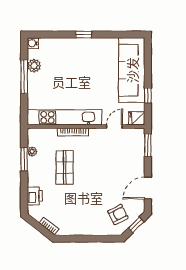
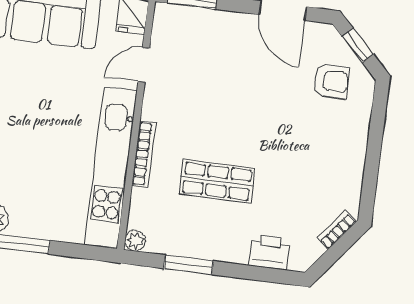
door: (114, 127) -> (144, 65), hinge flipped
plant: (32, 151) -> (135, 241), moved
armchair: (118, 215) -> (331, 81), turned 117

